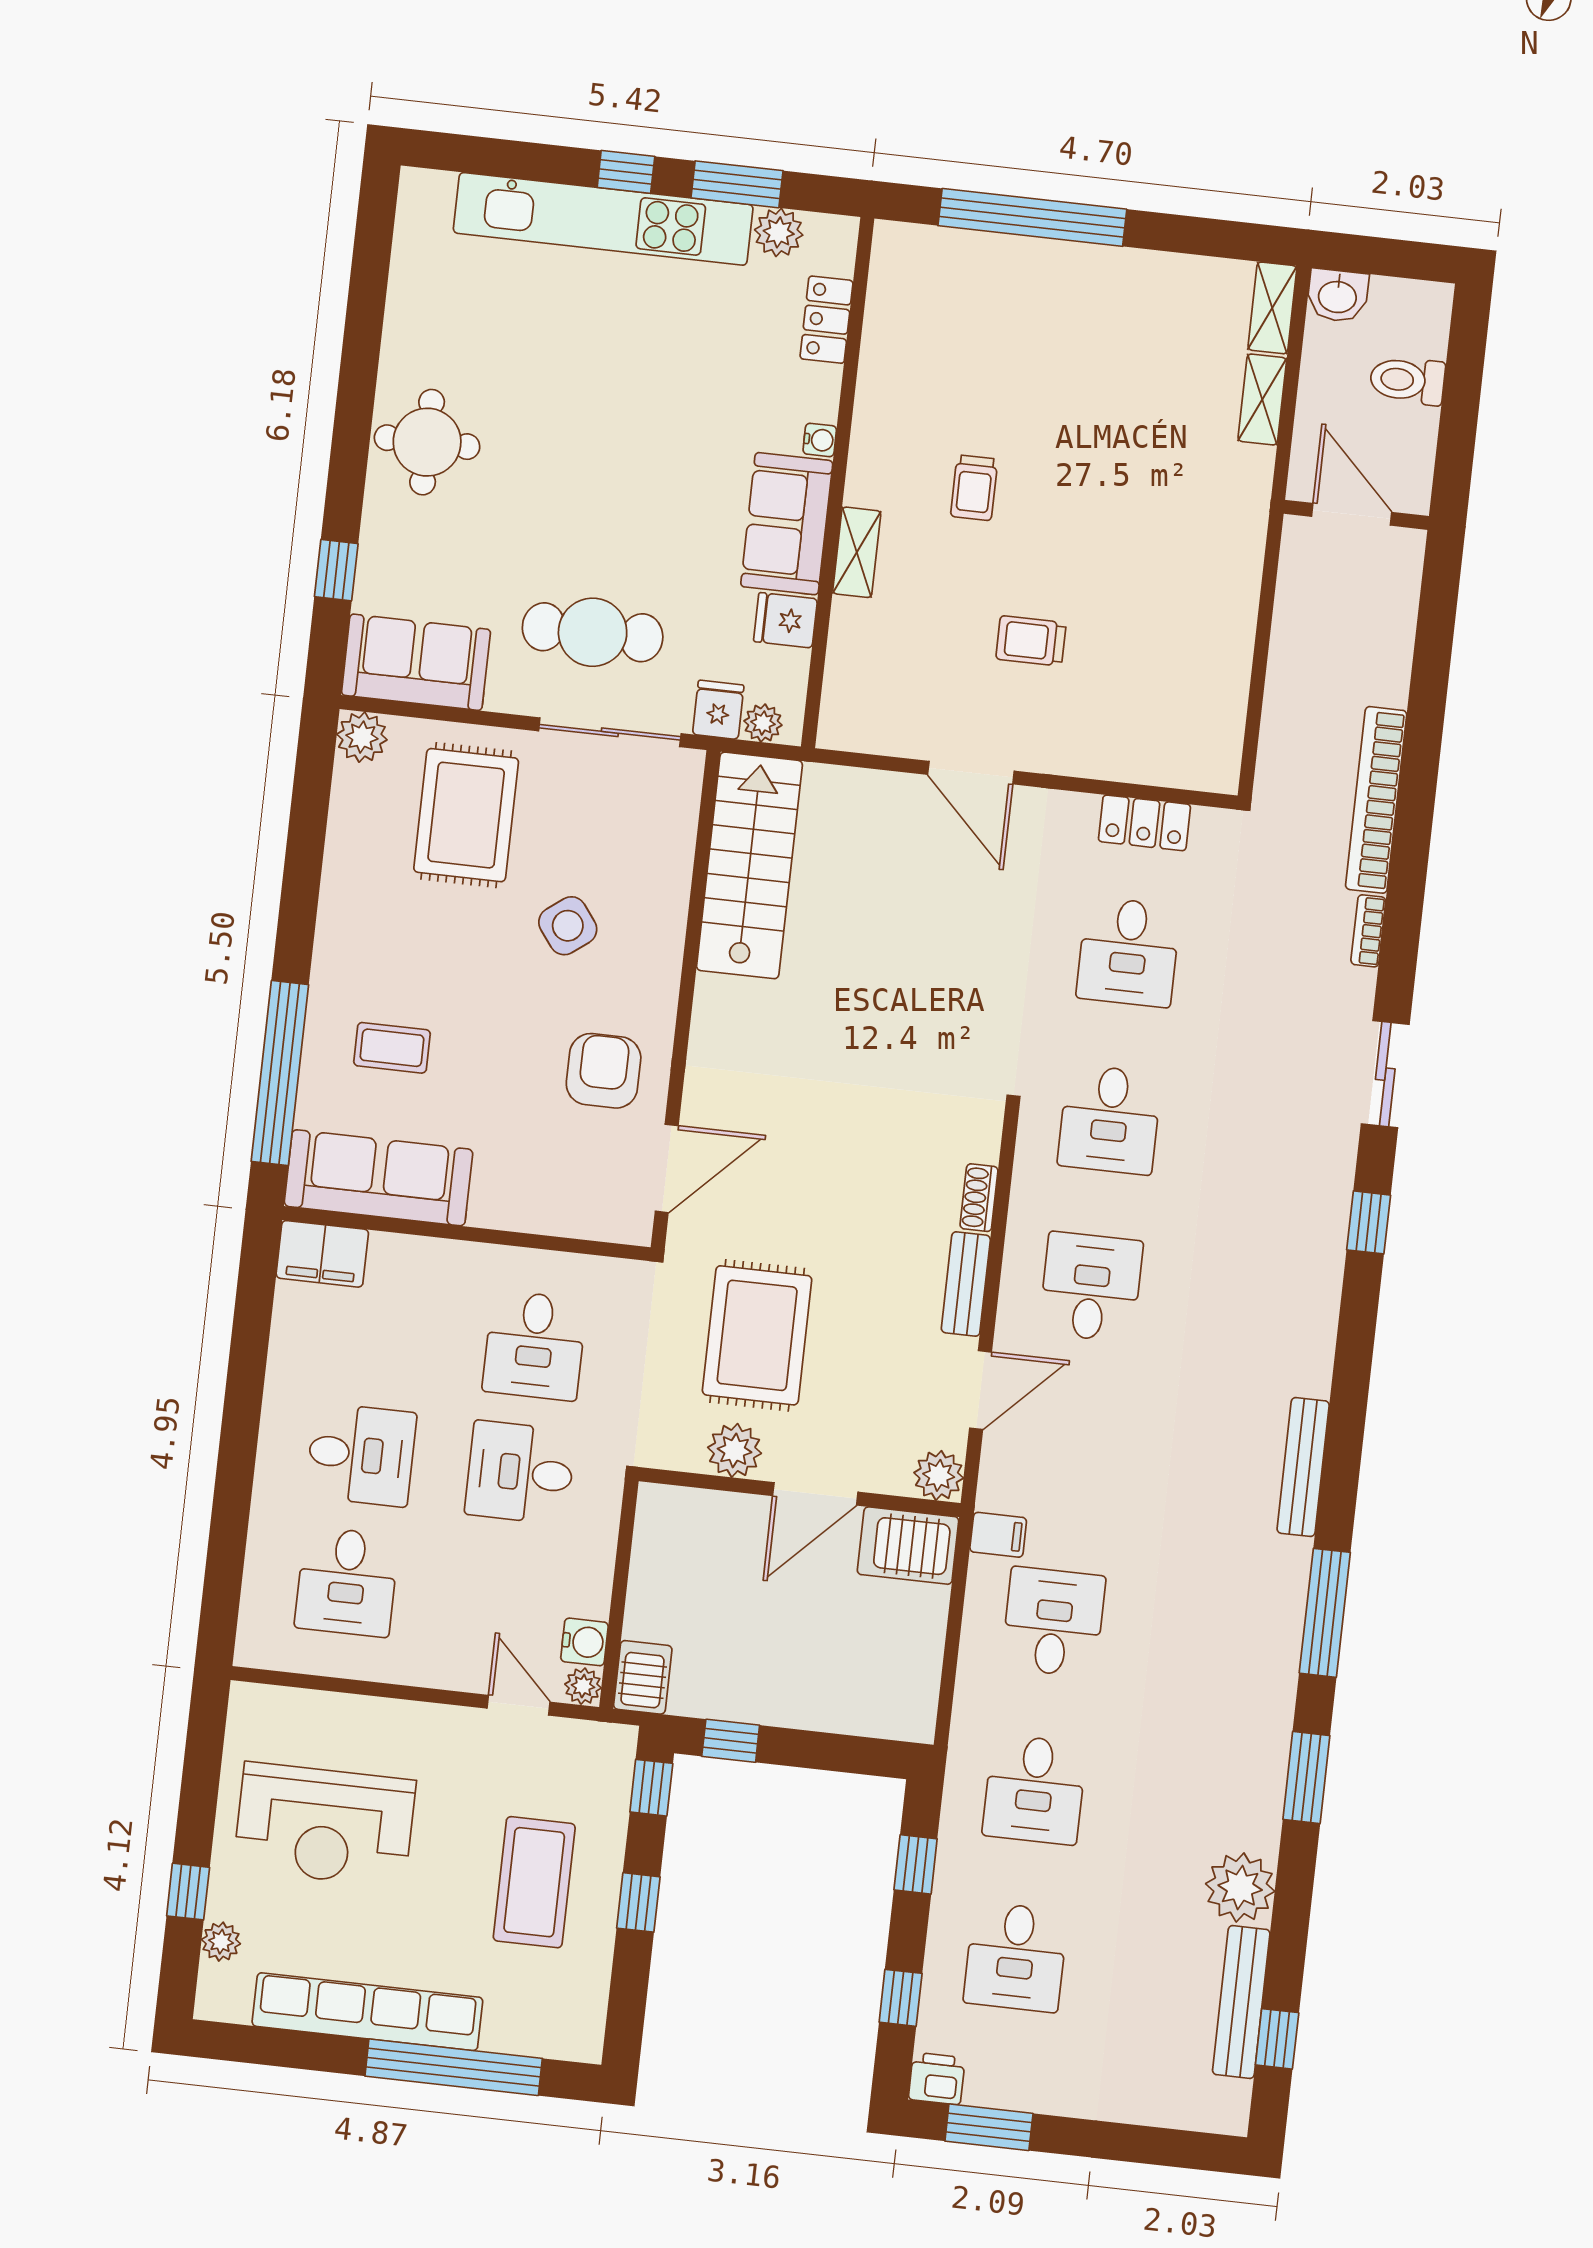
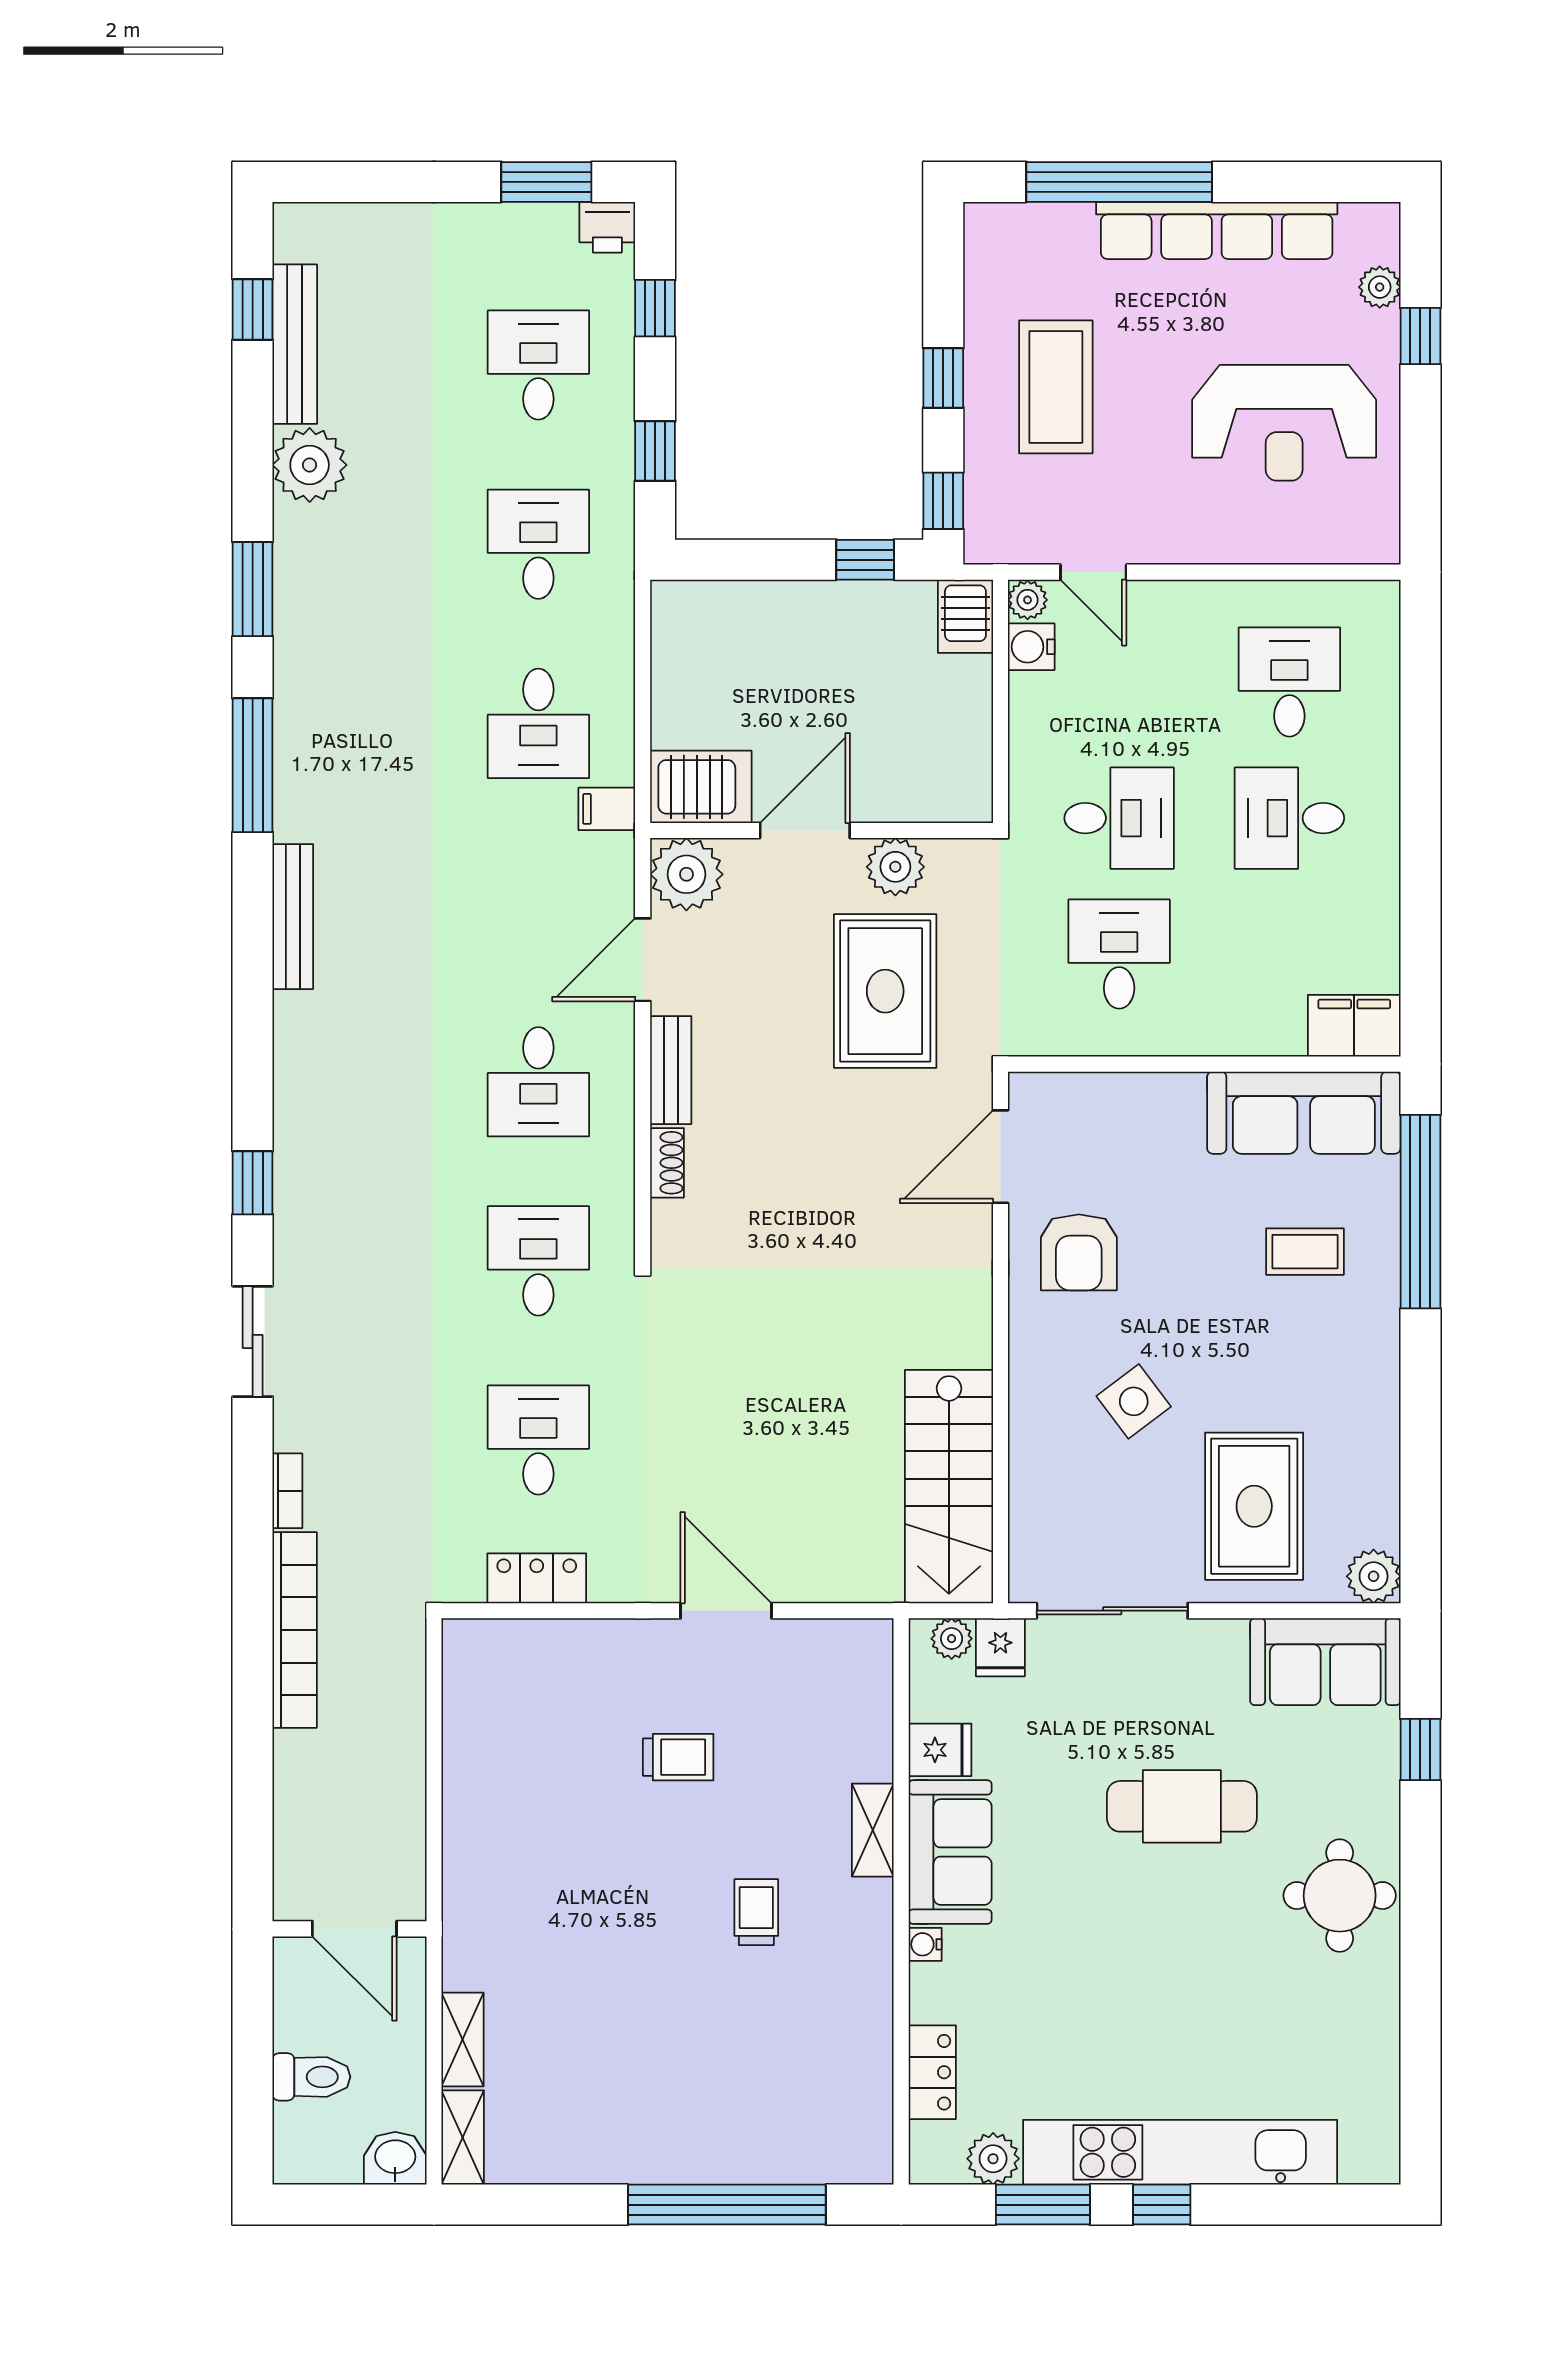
cafe table: (593, 632) -> (1182, 1806), moved
plant: (939, 1475) -> (686, 874), width x1.36, depth x1.36
reception desk: (325, 1825) -> (1284, 423), turned 180

